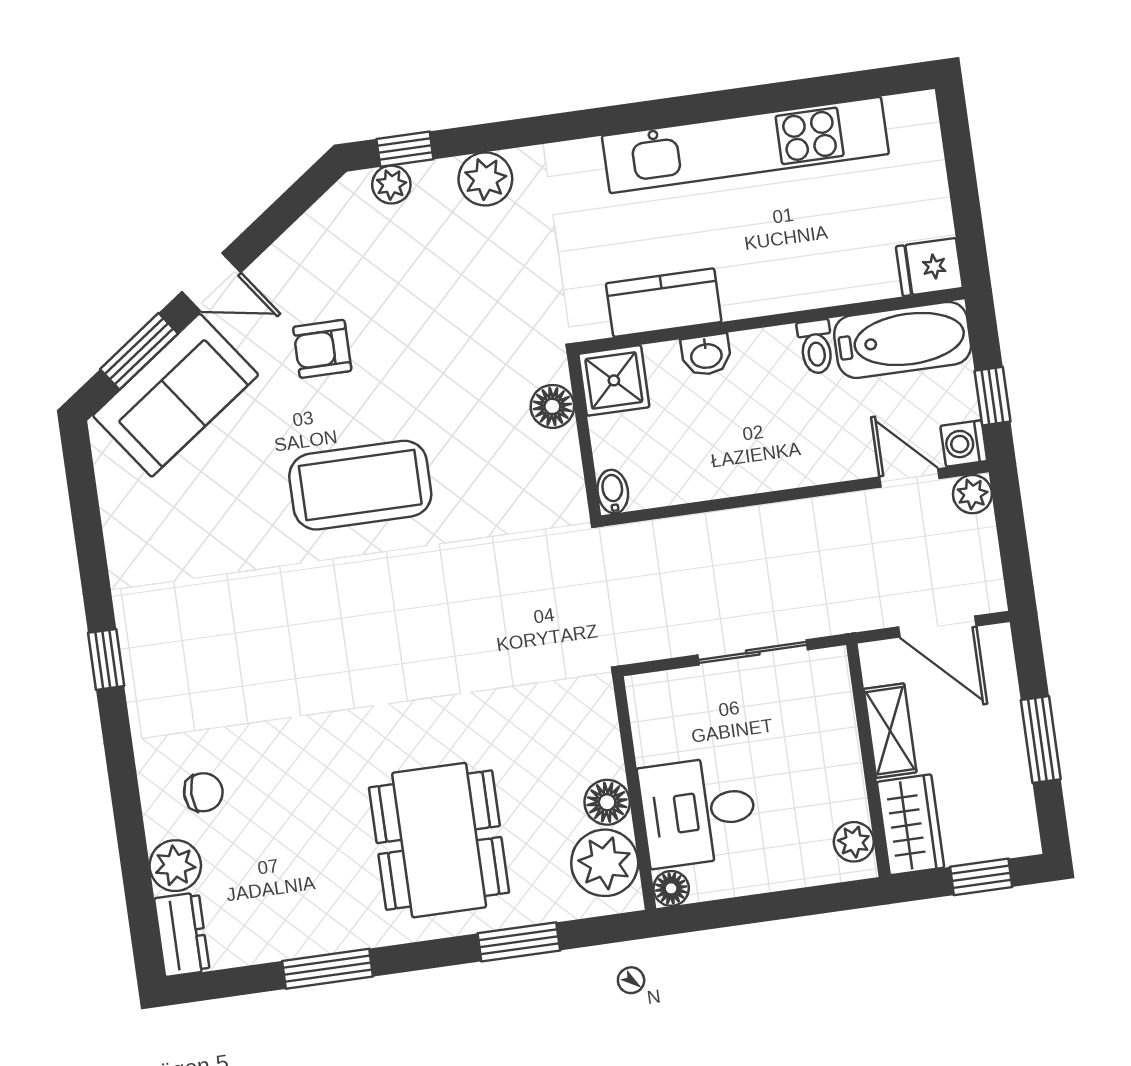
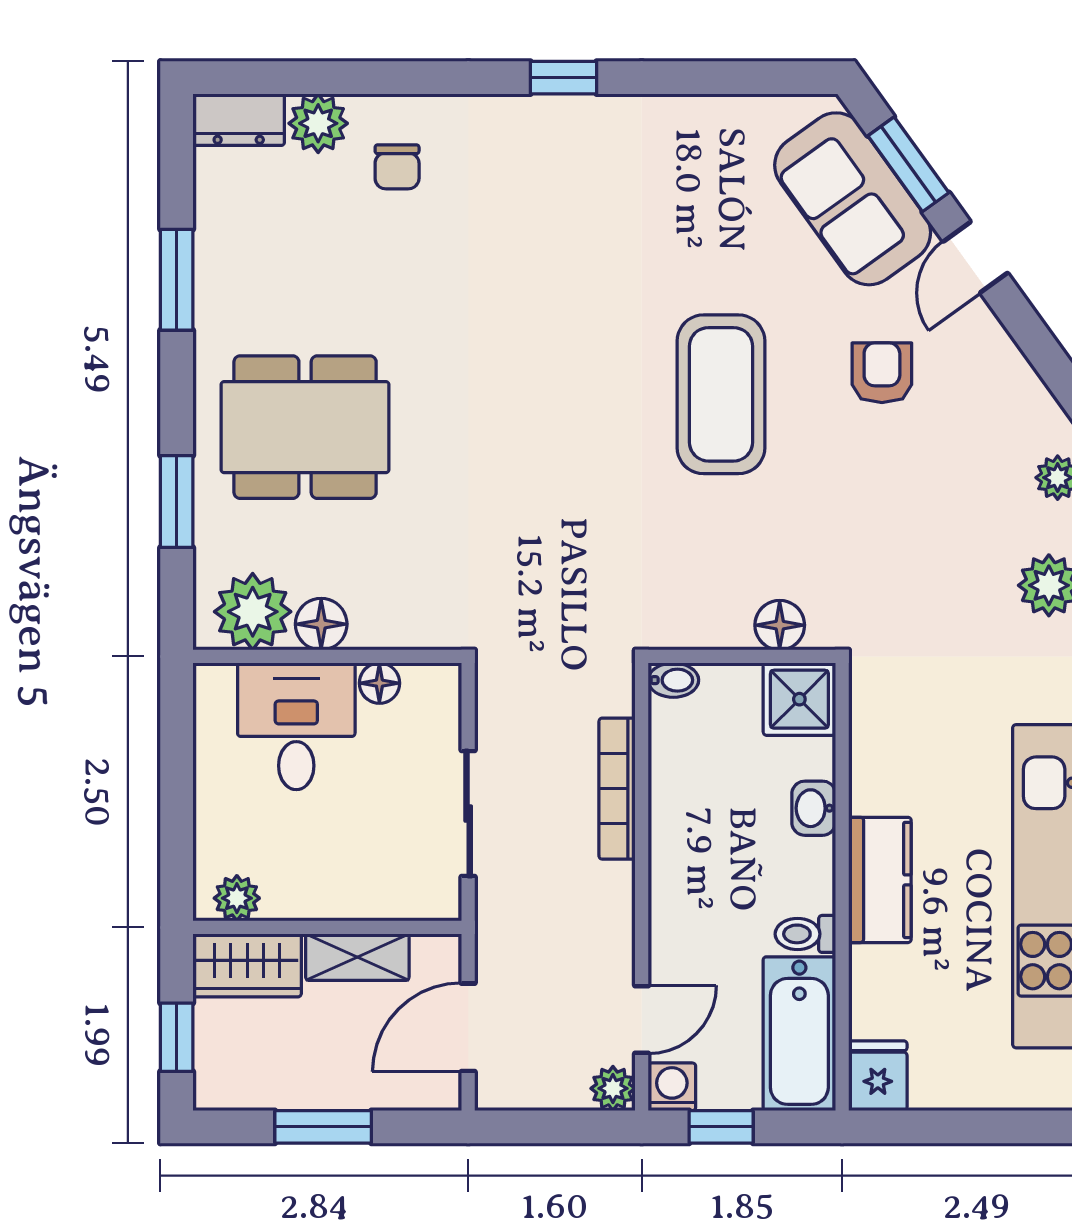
kitchen counter: (664, 303) -> (880, 880), moved
bookcase: (713, 527) -> (617, 789), added
floor lamp: (671, 888) -> (379, 683), moved

